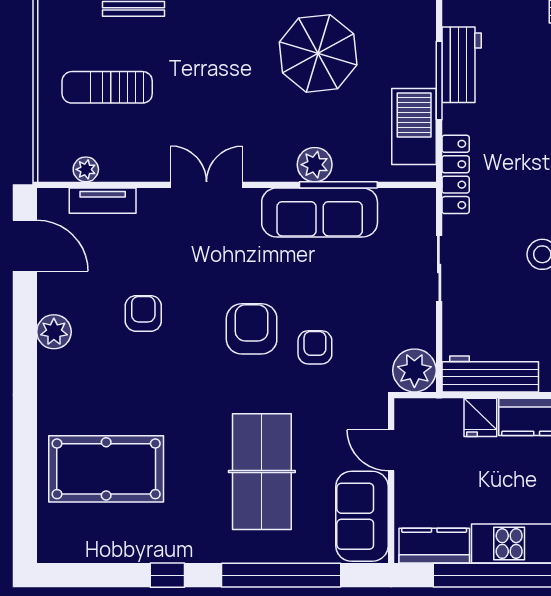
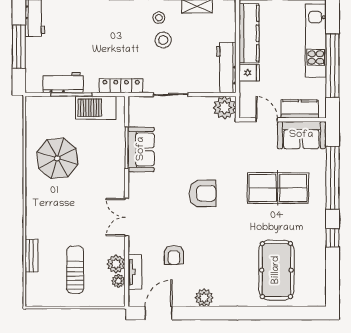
sun lounger: (107, 87) -> (75, 270), turned 180
plant: (315, 165) -> (116, 264), moved
sofa: (320, 212) -> (141, 149), width x0.73
armchair: (143, 313) -> (174, 255), moved, turned -90
armchair: (252, 329) -> (203, 193), turned 180
armchair: (315, 347) -> (212, 160), removed
door: (391, 450) -> (267, 120), swing flipped
kitchen counter: (434, 546) -> (300, 109), moved, turned 90

